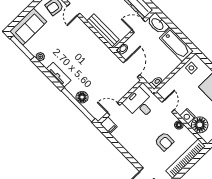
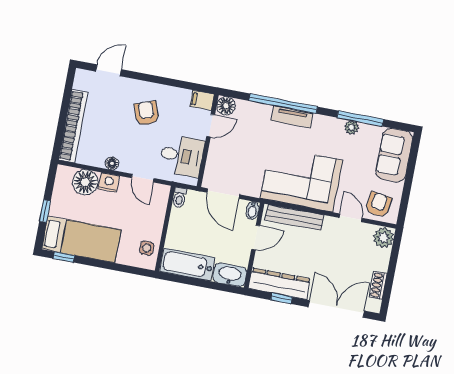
door: (139, 26) -> (256, 237), moved
window: (22, 48) -> (360, 118), moved
corner sofa: (85, 48) -> (301, 179), added
tv unit: (59, 75) -> (292, 117), moved
floor lamp: (82, 97) -> (226, 106), moved
window: (78, 105) -> (283, 104), moved
armchair: (164, 142) -> (147, 113), moved, turned 70

